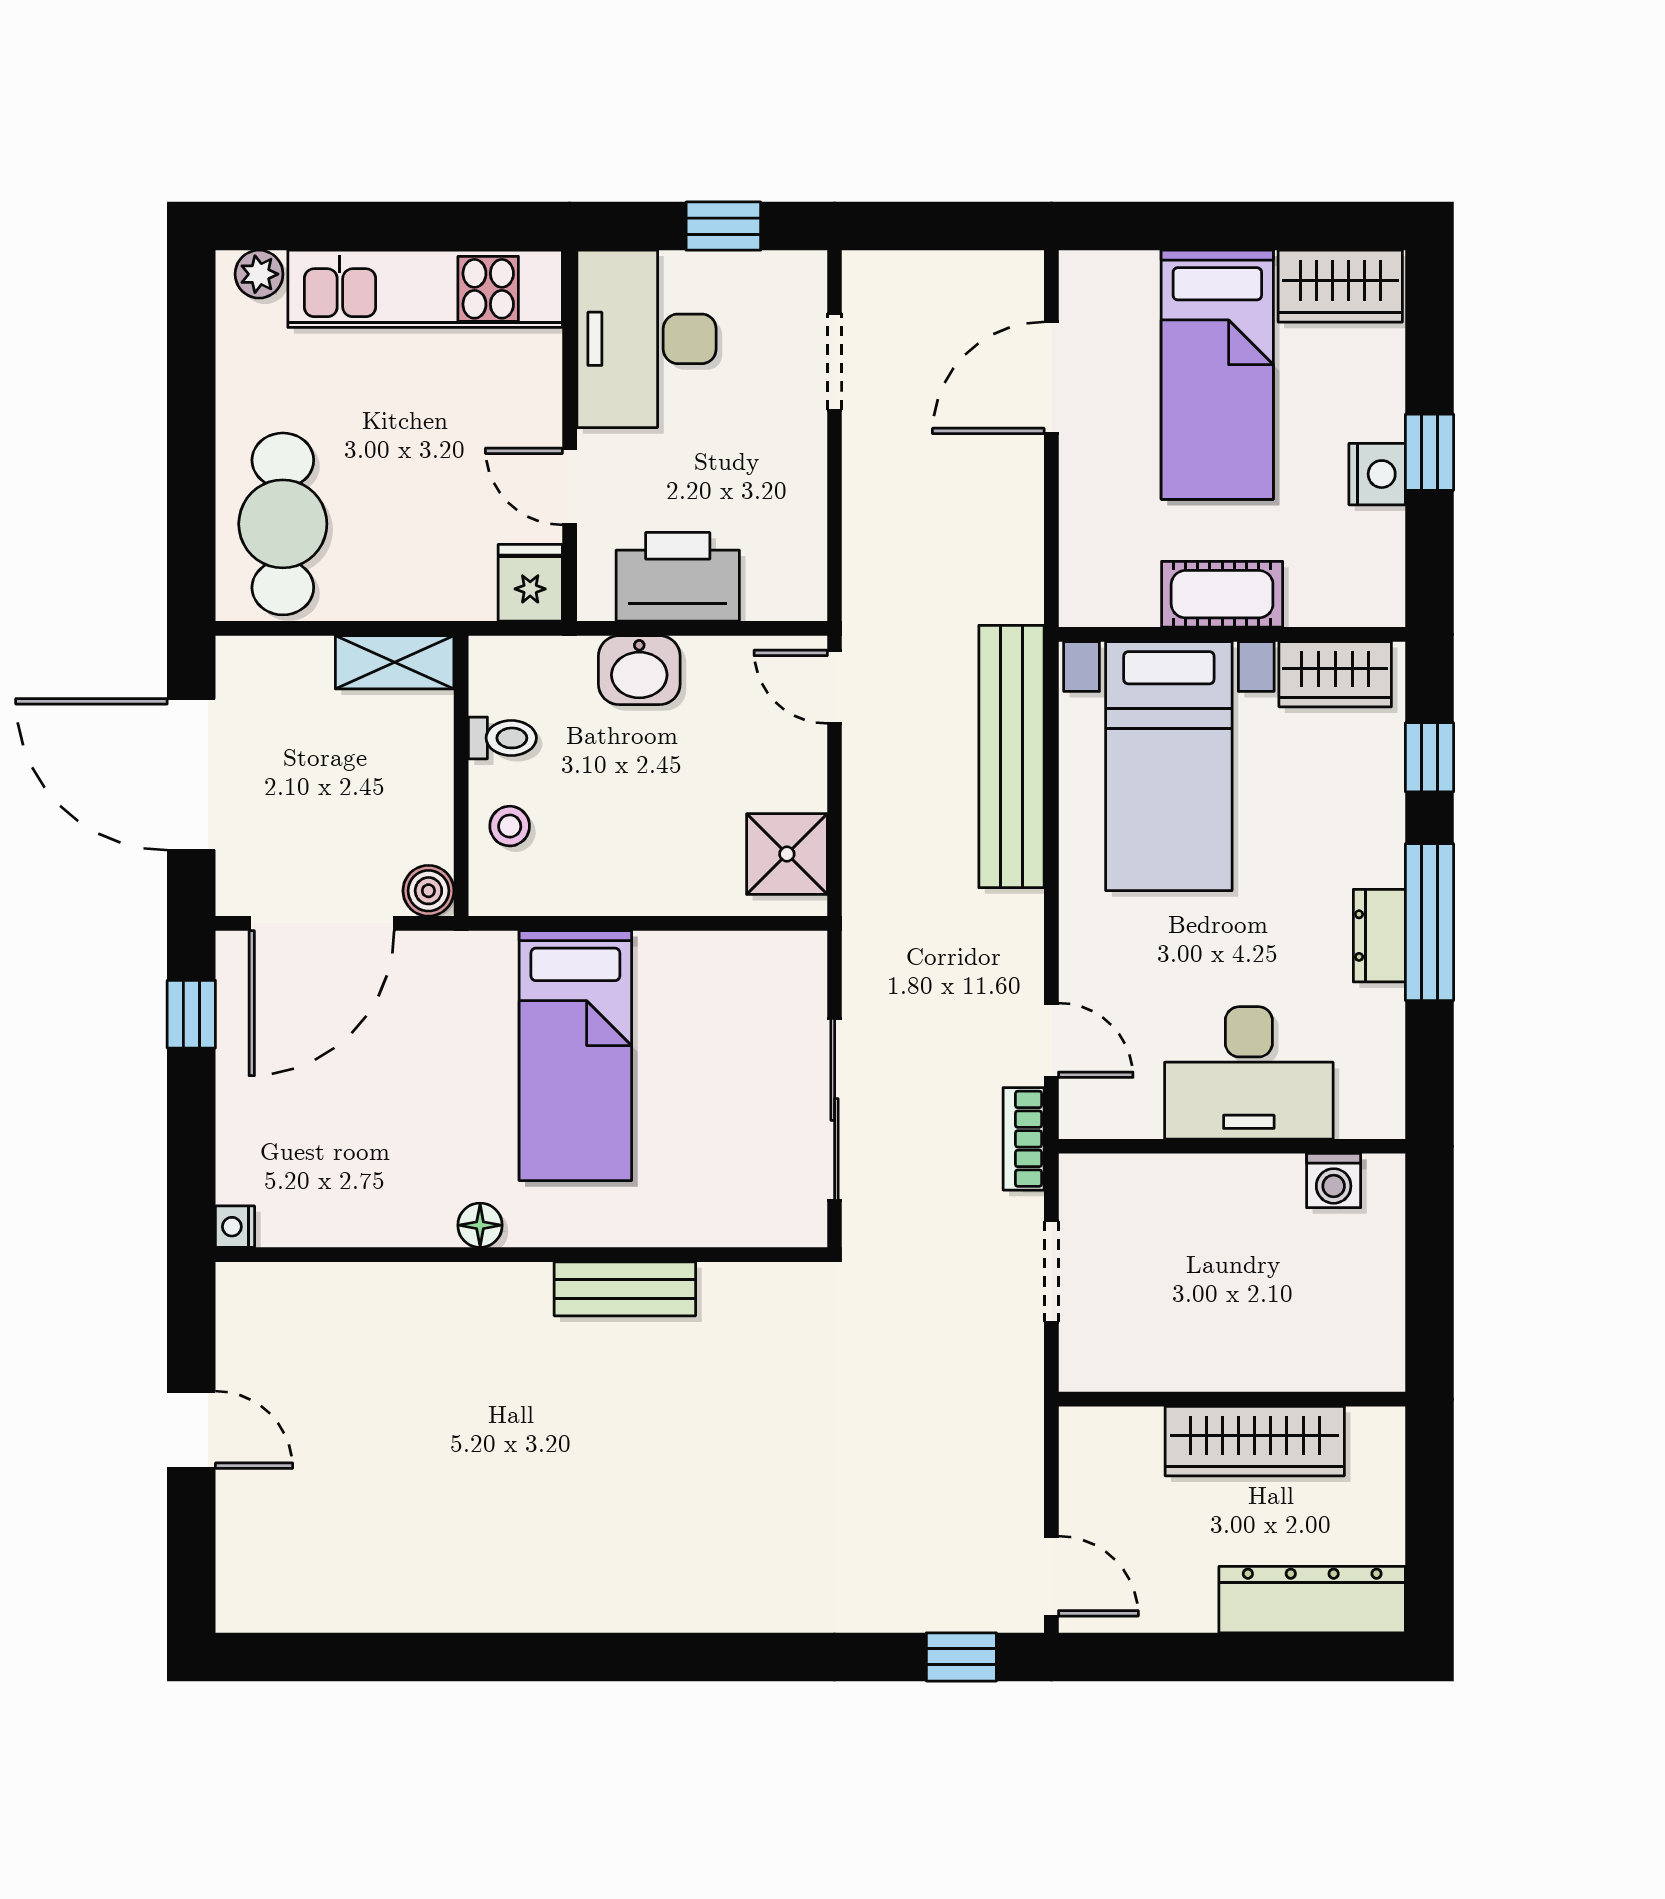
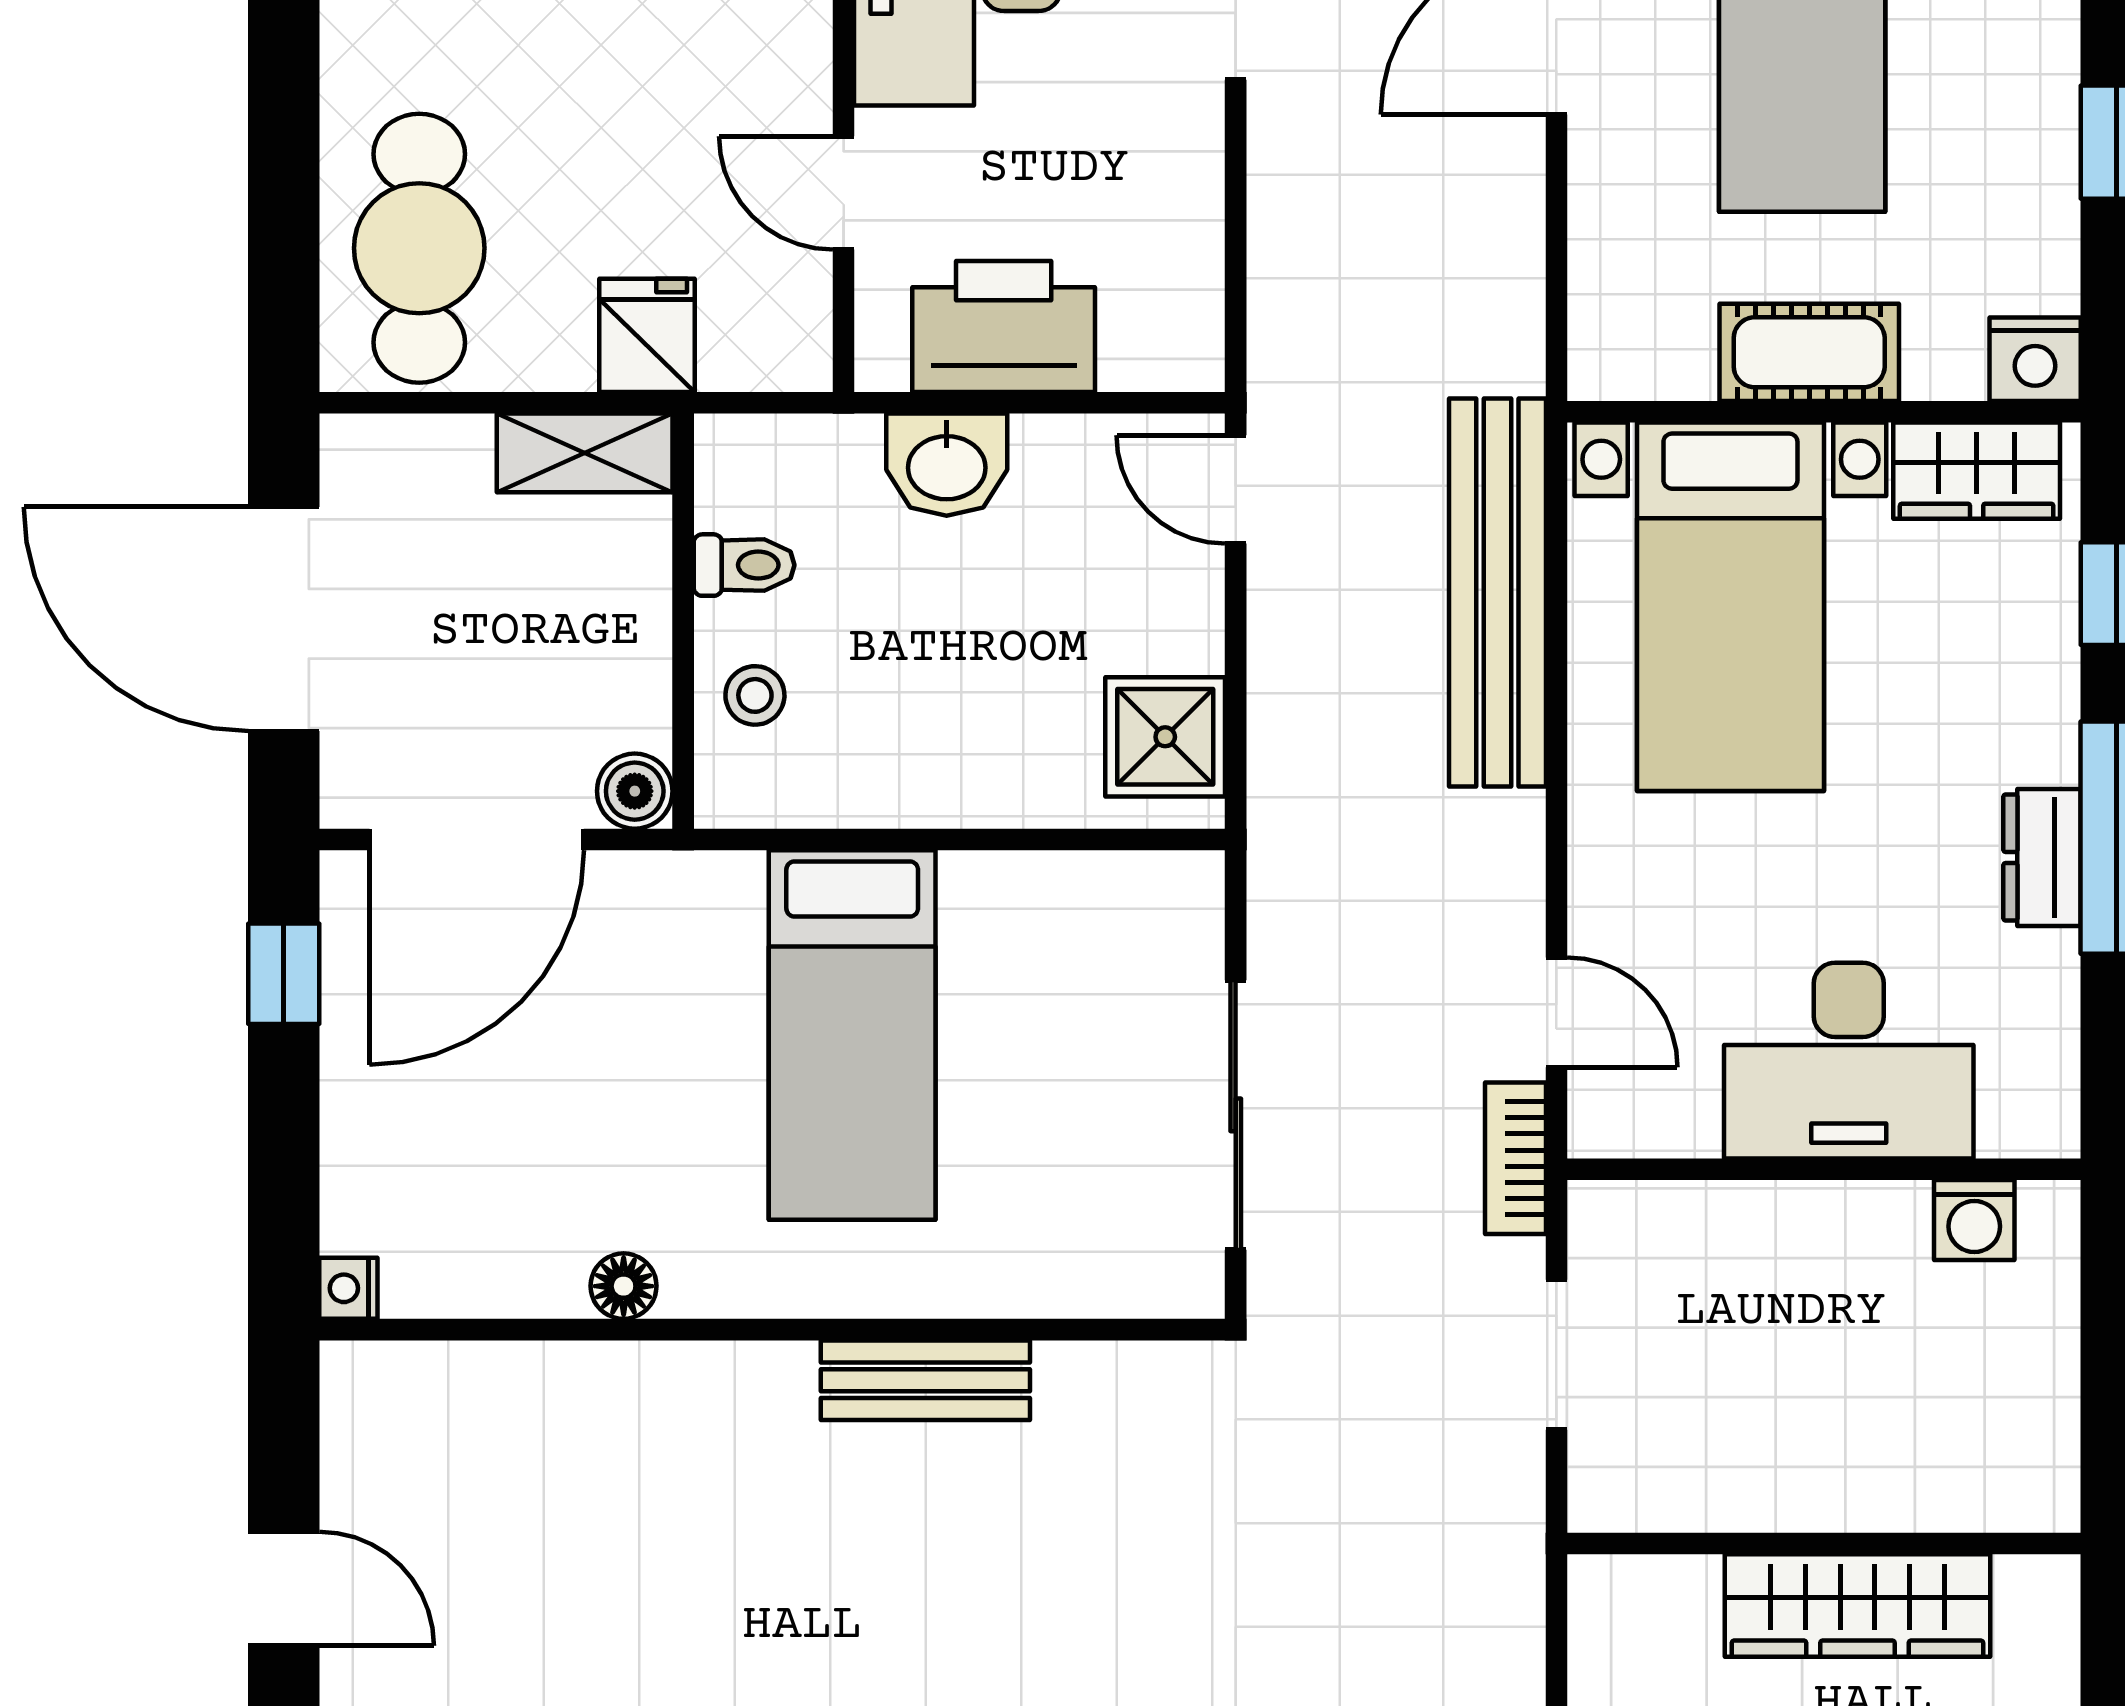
nightstand: (1377, 474) -> (2035, 359), moved, turned 90
fridge: (530, 583) -> (647, 335), moved
floor lamp: (480, 1225) -> (624, 1286), moved

